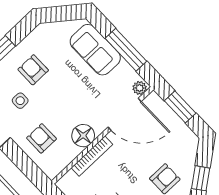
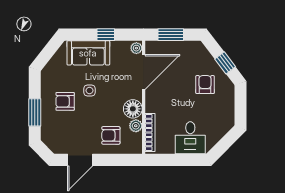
window: (126, 50) -> (106, 35), width x0.46
side table: (20, 101) -> (89, 91), moved
plant: (71, 152) -> (136, 126), added
bookcase: (92, 156) -> (150, 133), moved

